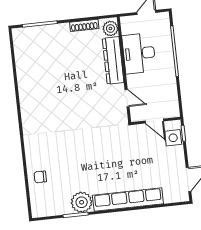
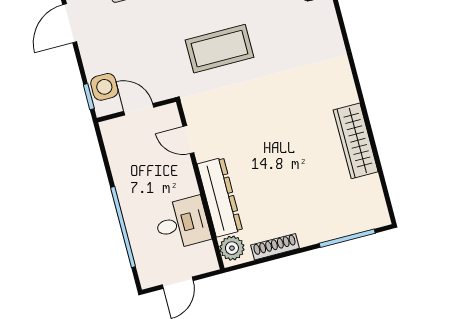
desk: (139, 53) -> (182, 223), width x0.73
wardrobe: (26, 82) -> (356, 141), added
coffee table: (100, 150) -> (220, 49), added

